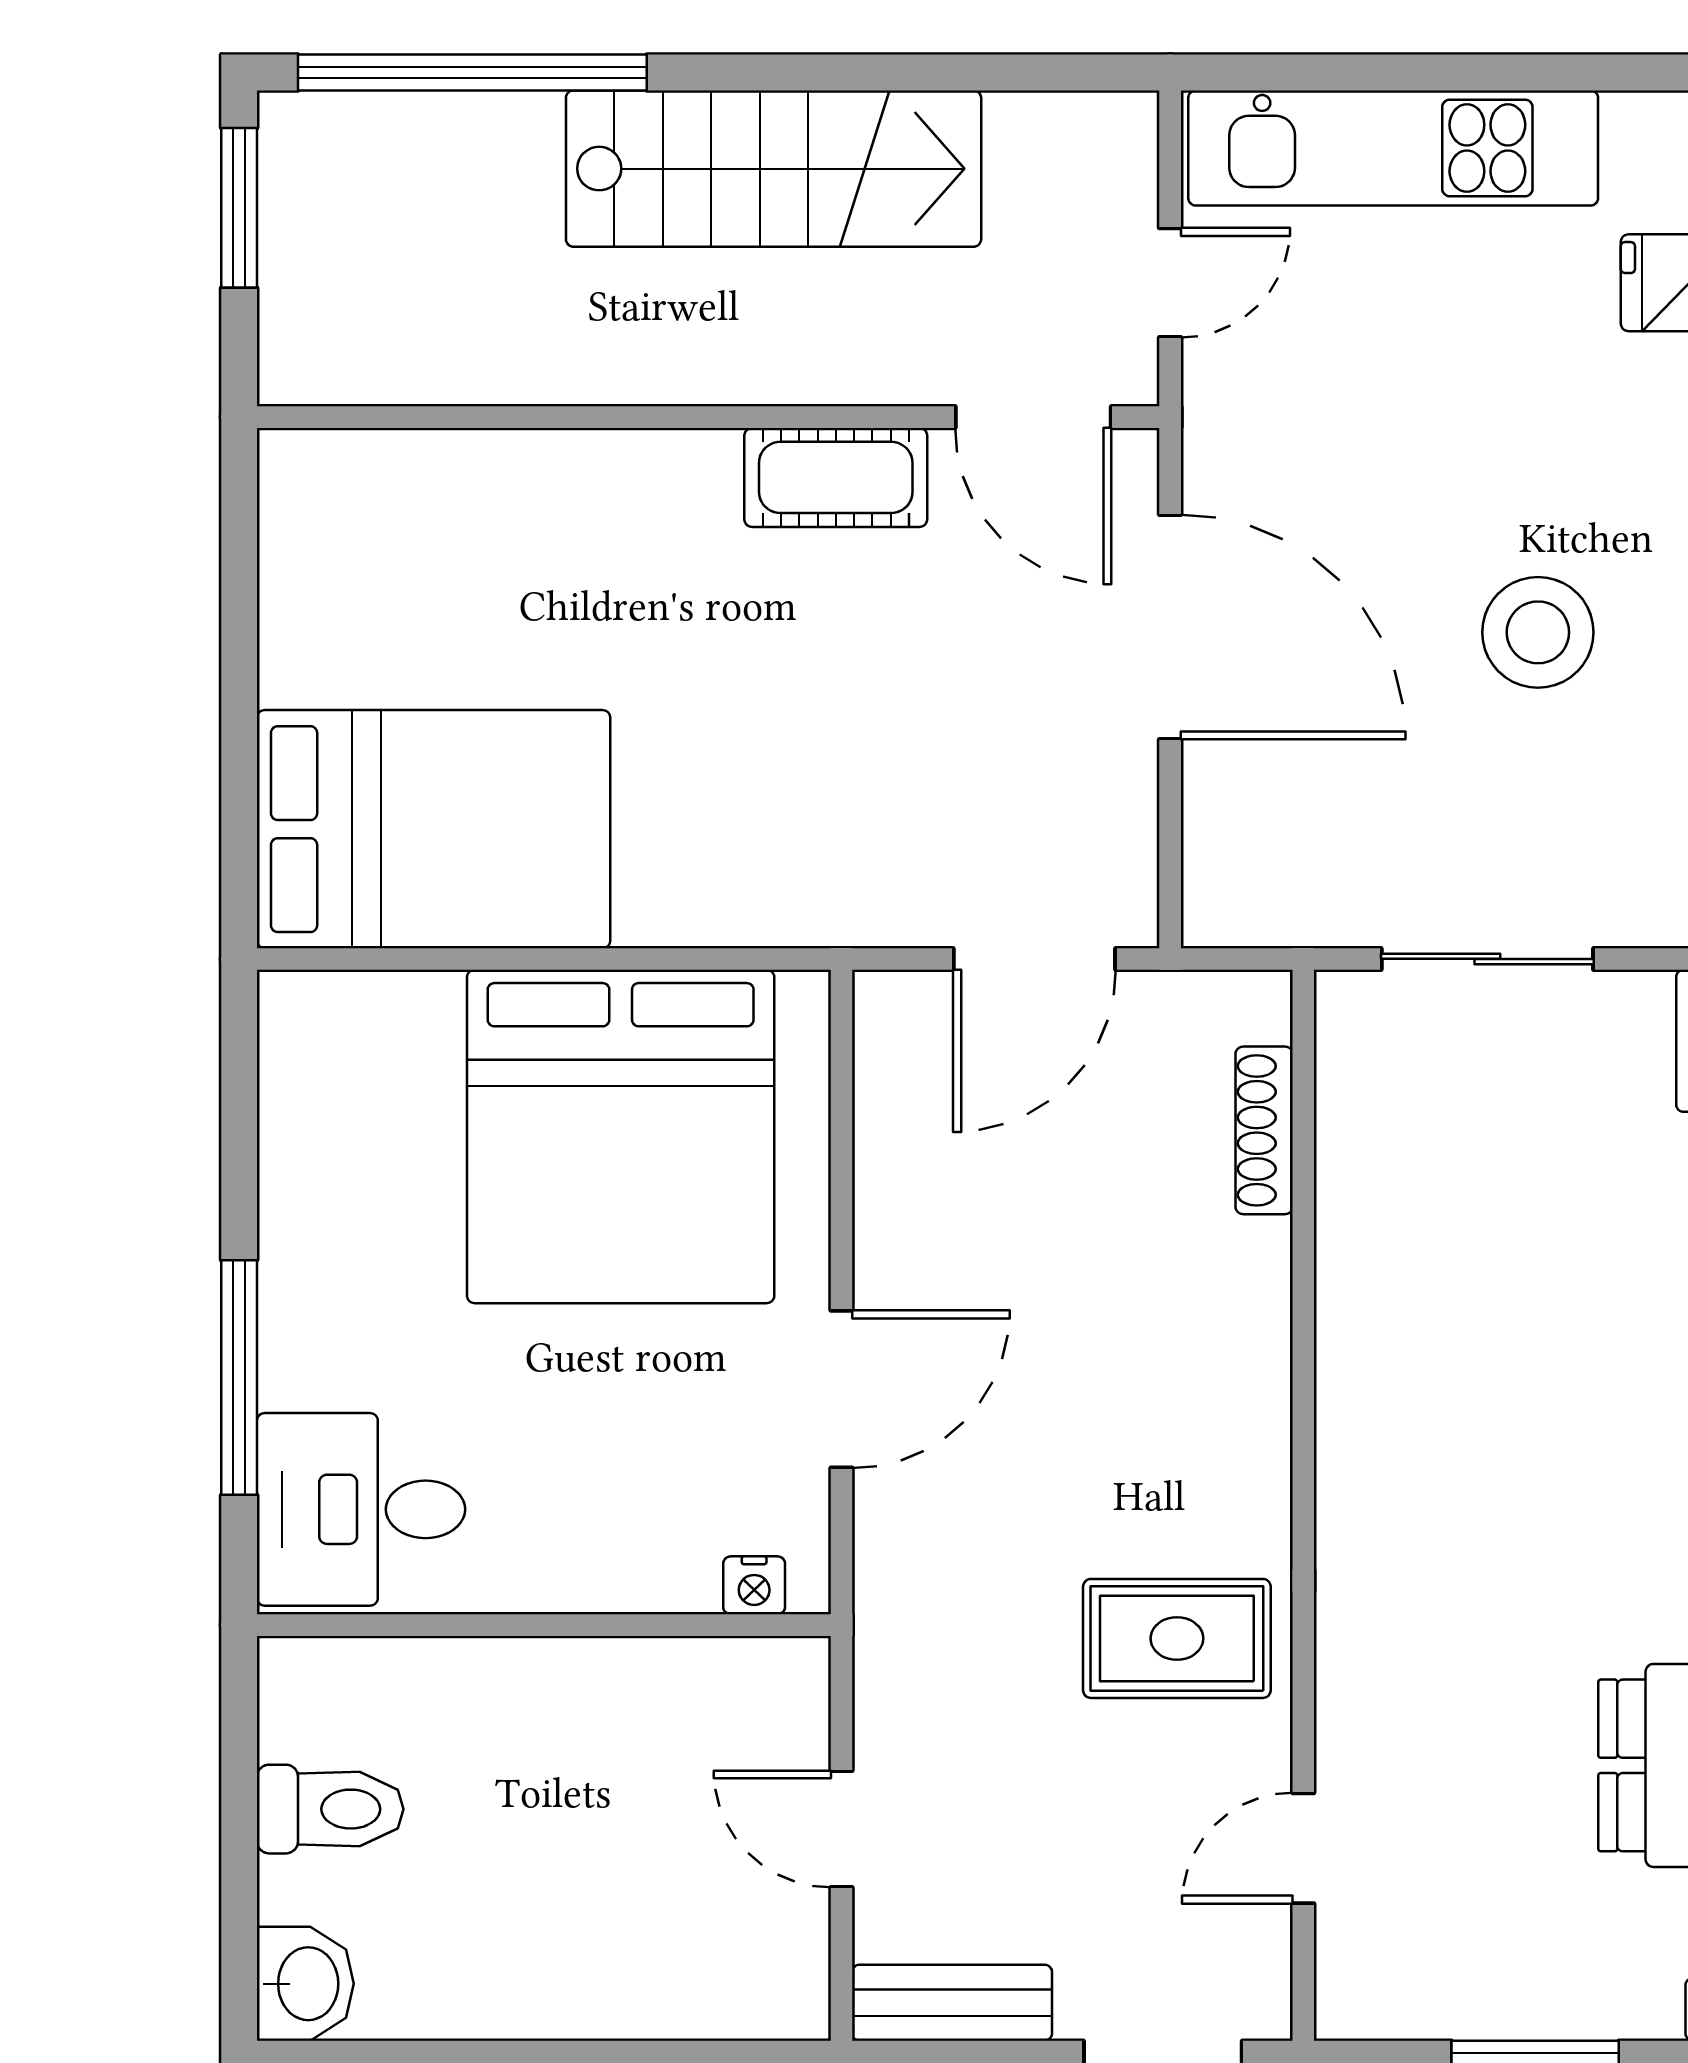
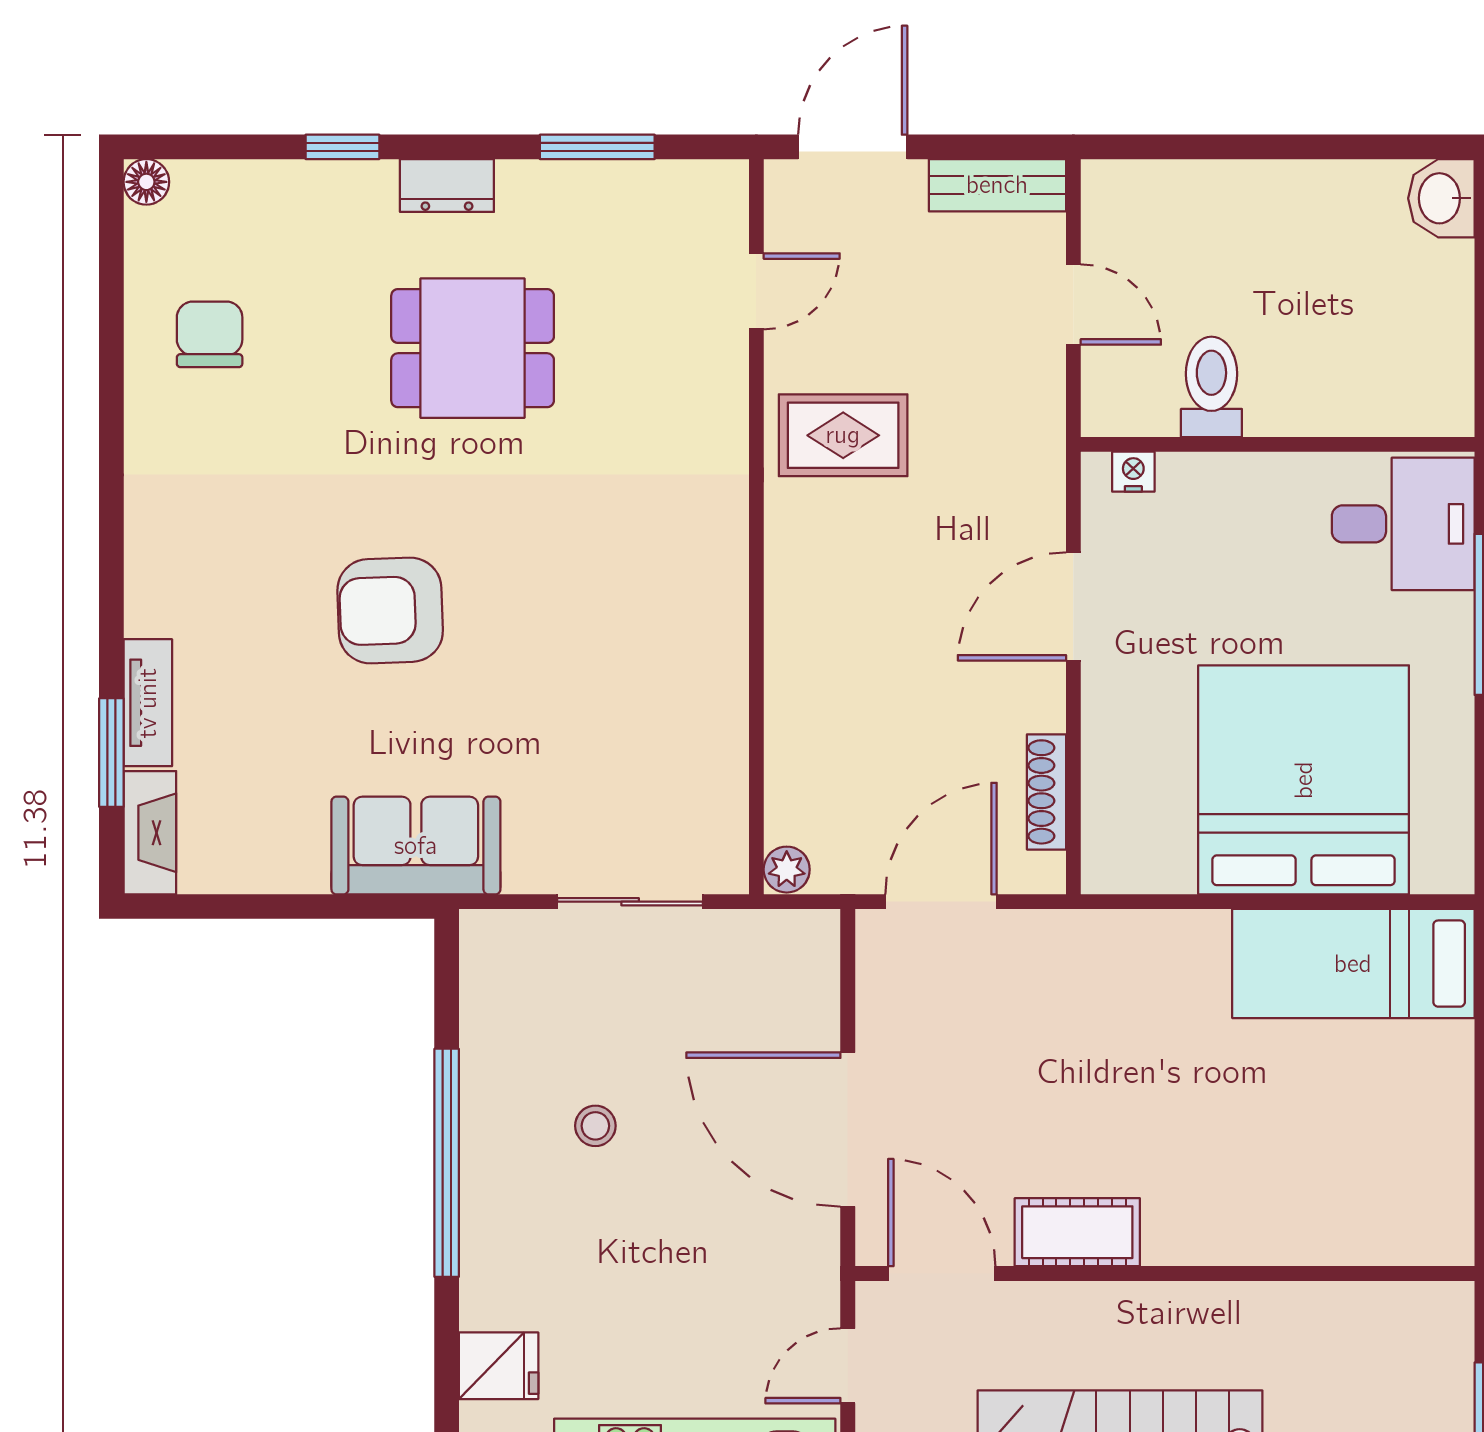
stool: (1538, 632) -> (595, 1126), width x0.53, depth x0.53
bed: (434, 829) -> (1353, 964), width x0.67
plant: (1259, 1006) -> (787, 870), added
shoe rack: (1264, 1130) -> (1046, 792), moved, turned 180
bed: (621, 1136) -> (1304, 780), moved
toilet: (330, 1809) -> (1211, 387), moved, turned 90

